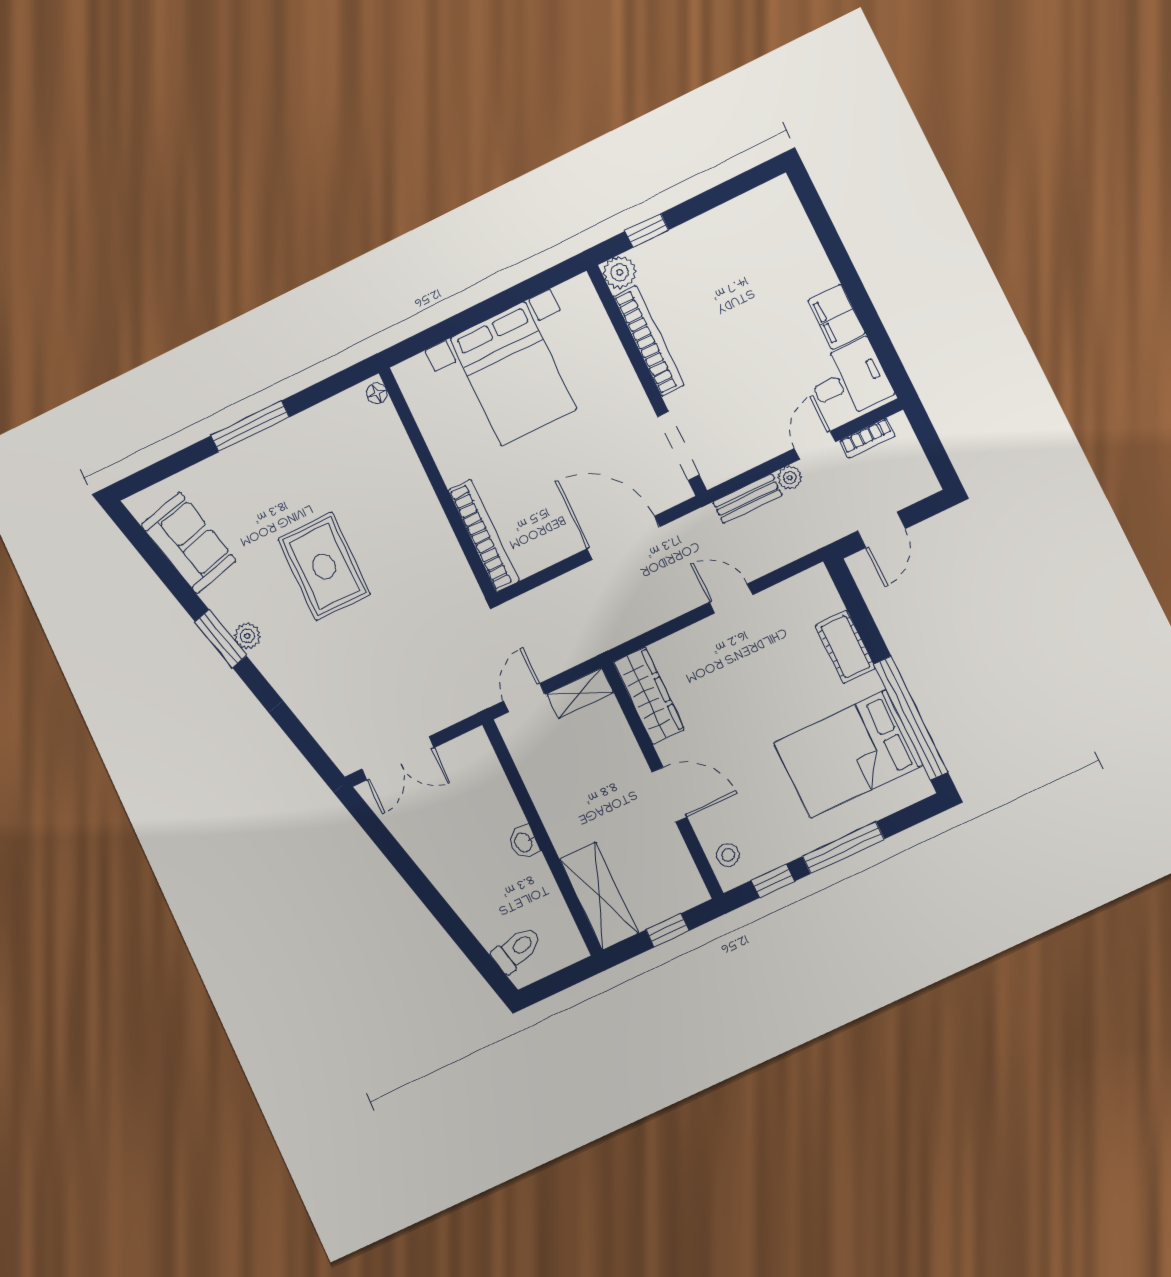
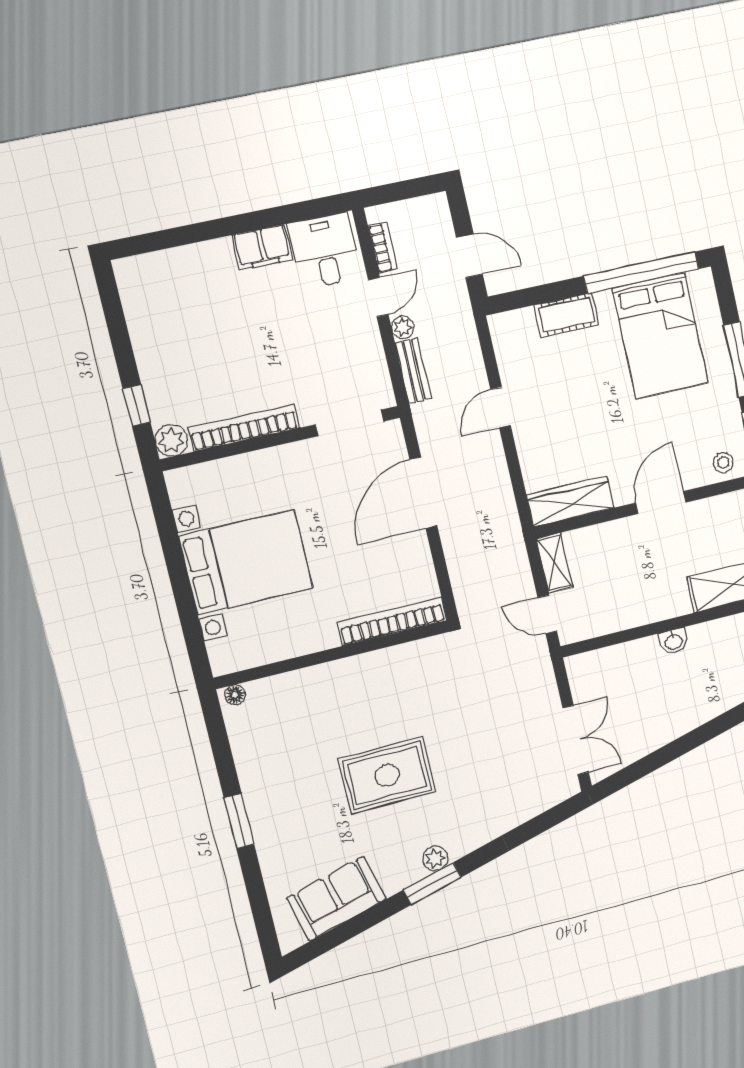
window: (250, 426) -> (239, 821), width x0.69
door: (815, 445) -> (378, 297), swing flipped

